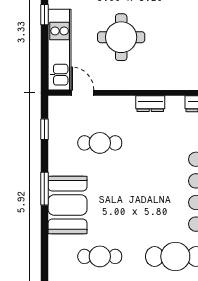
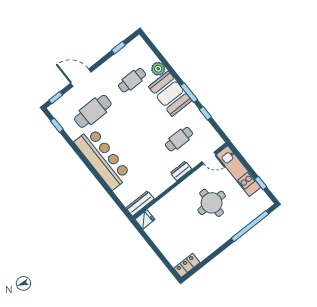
dresser: (150, 104) -> (181, 171), moved
window: (44, 129) -> (205, 113), moved
plant: (58, 245) -> (158, 69), added

